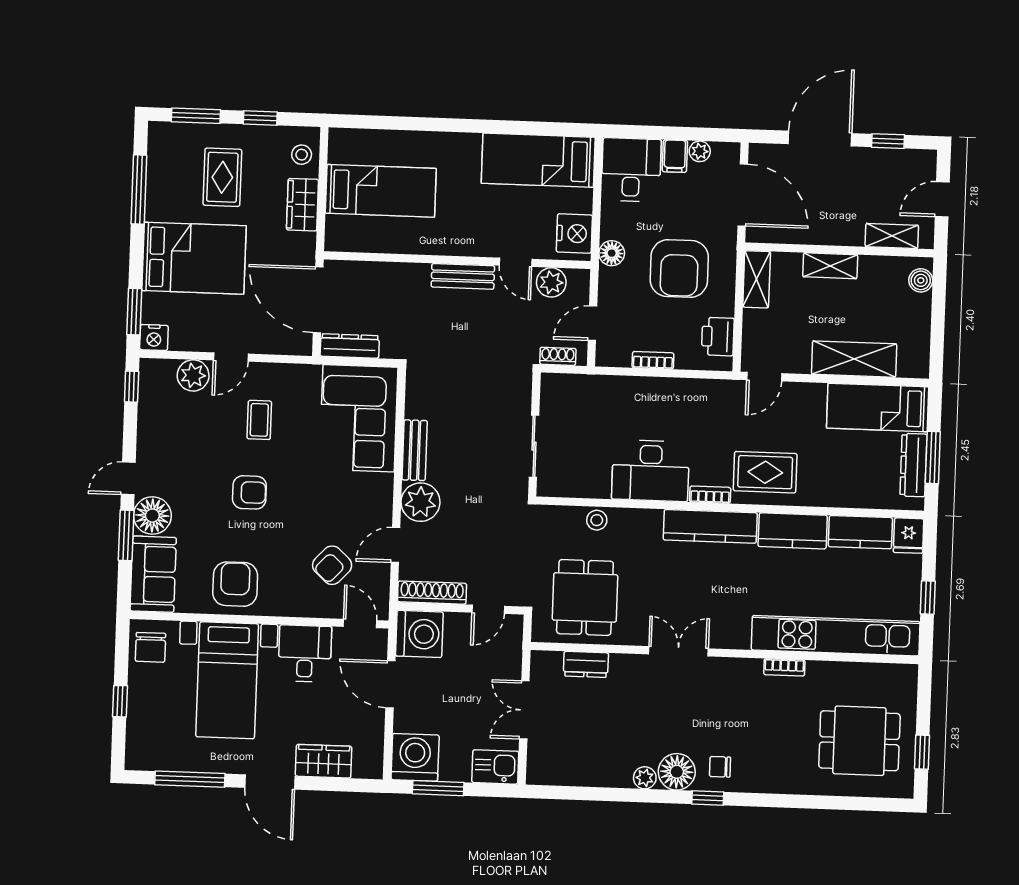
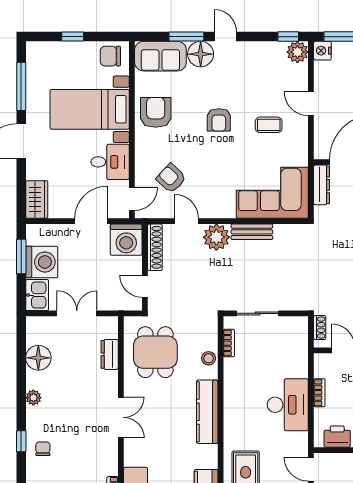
plant: (193, 375) -> (297, 52), moved
desk: (651, 471) -> (288, 405), moved, turned 180
bookcase: (710, 495) -> (229, 343), moved
kitchen counter: (710, 526) -> (207, 412), moved
armchair: (235, 584) -> (156, 112), turned -90
dining table: (585, 597) -> (155, 352), turned 90
washing machine: (415, 757) -> (42, 262), moved
wardrobe: (324, 761) -> (37, 199), moved
floor lamp: (677, 772) -> (38, 358), moved

